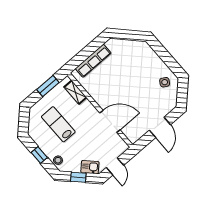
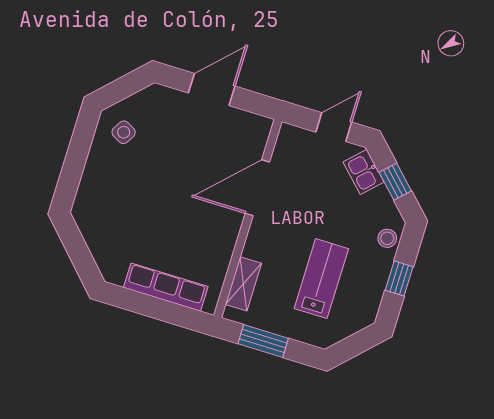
door: (110, 121) -> (257, 188), hinge flipped
lab bench: (58, 124) -> (321, 279), turned 180

